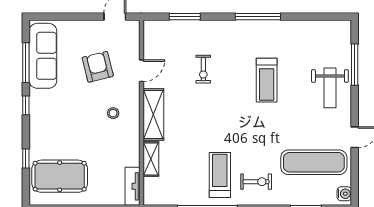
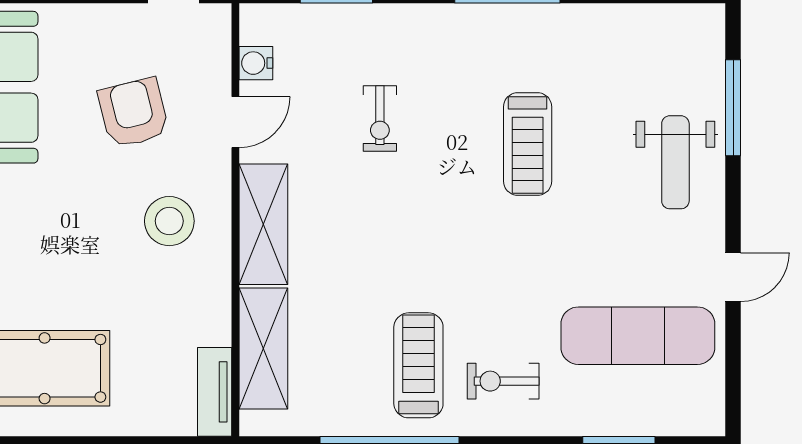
stool: (113, 113) -> (169, 221), width x1.89, depth x1.89
shelving: (151, 159) -> (263, 348), width x1.50, depth x1.33
exercise bike: (256, 182) -> (503, 381), turned 180
water cooler: (344, 194) -> (256, 63), moved, turned 180

